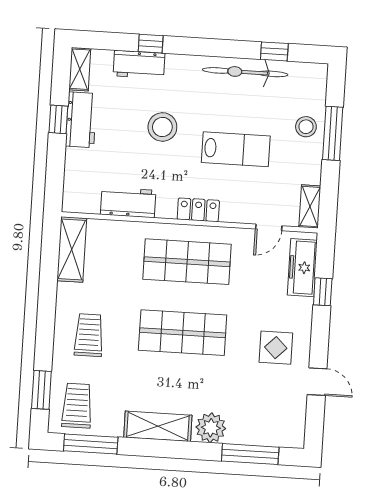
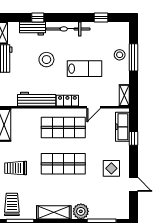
bicycle: (245, 72) -> (68, 29), moved
workbench: (128, 202) -> (37, 99), width x1.37
door: (269, 227) -> (94, 107), moved
trolley: (89, 335) -> (16, 168), turned -90

